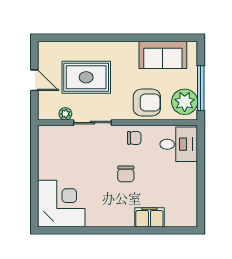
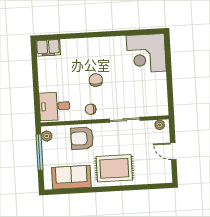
rug: (86, 77) -> (114, 168), moved
plant: (185, 102) -> (47, 136), width x0.53, depth x0.53
plant: (65, 114) -> (160, 125), moved
filing cabinet: (149, 217) -> (48, 48), moved

